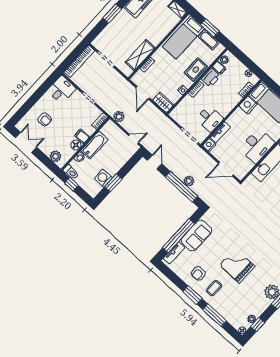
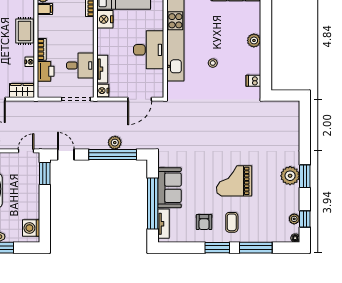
printer: (211, 78) -> (46, 71), moved
washing machine: (103, 178) -> (31, 228), moved
window: (113, 183) -> (45, 174), moved

